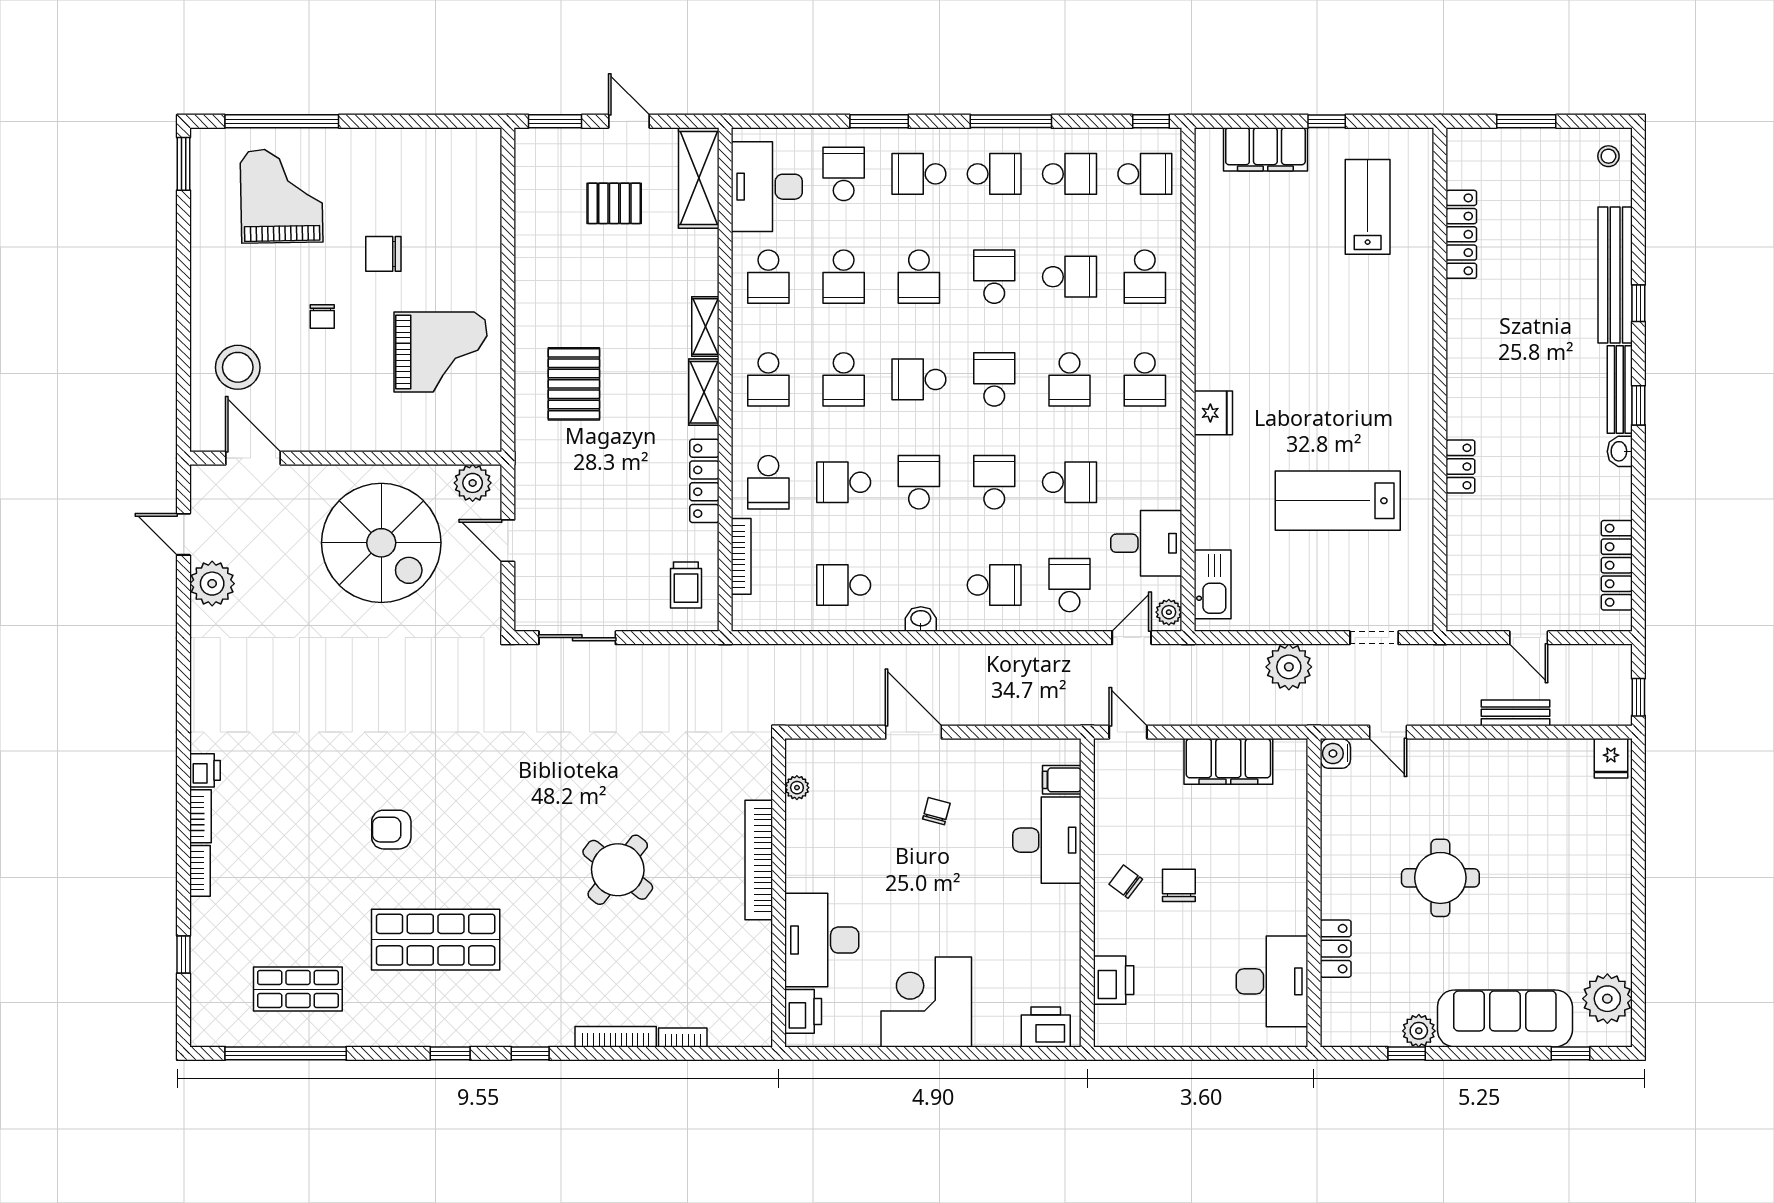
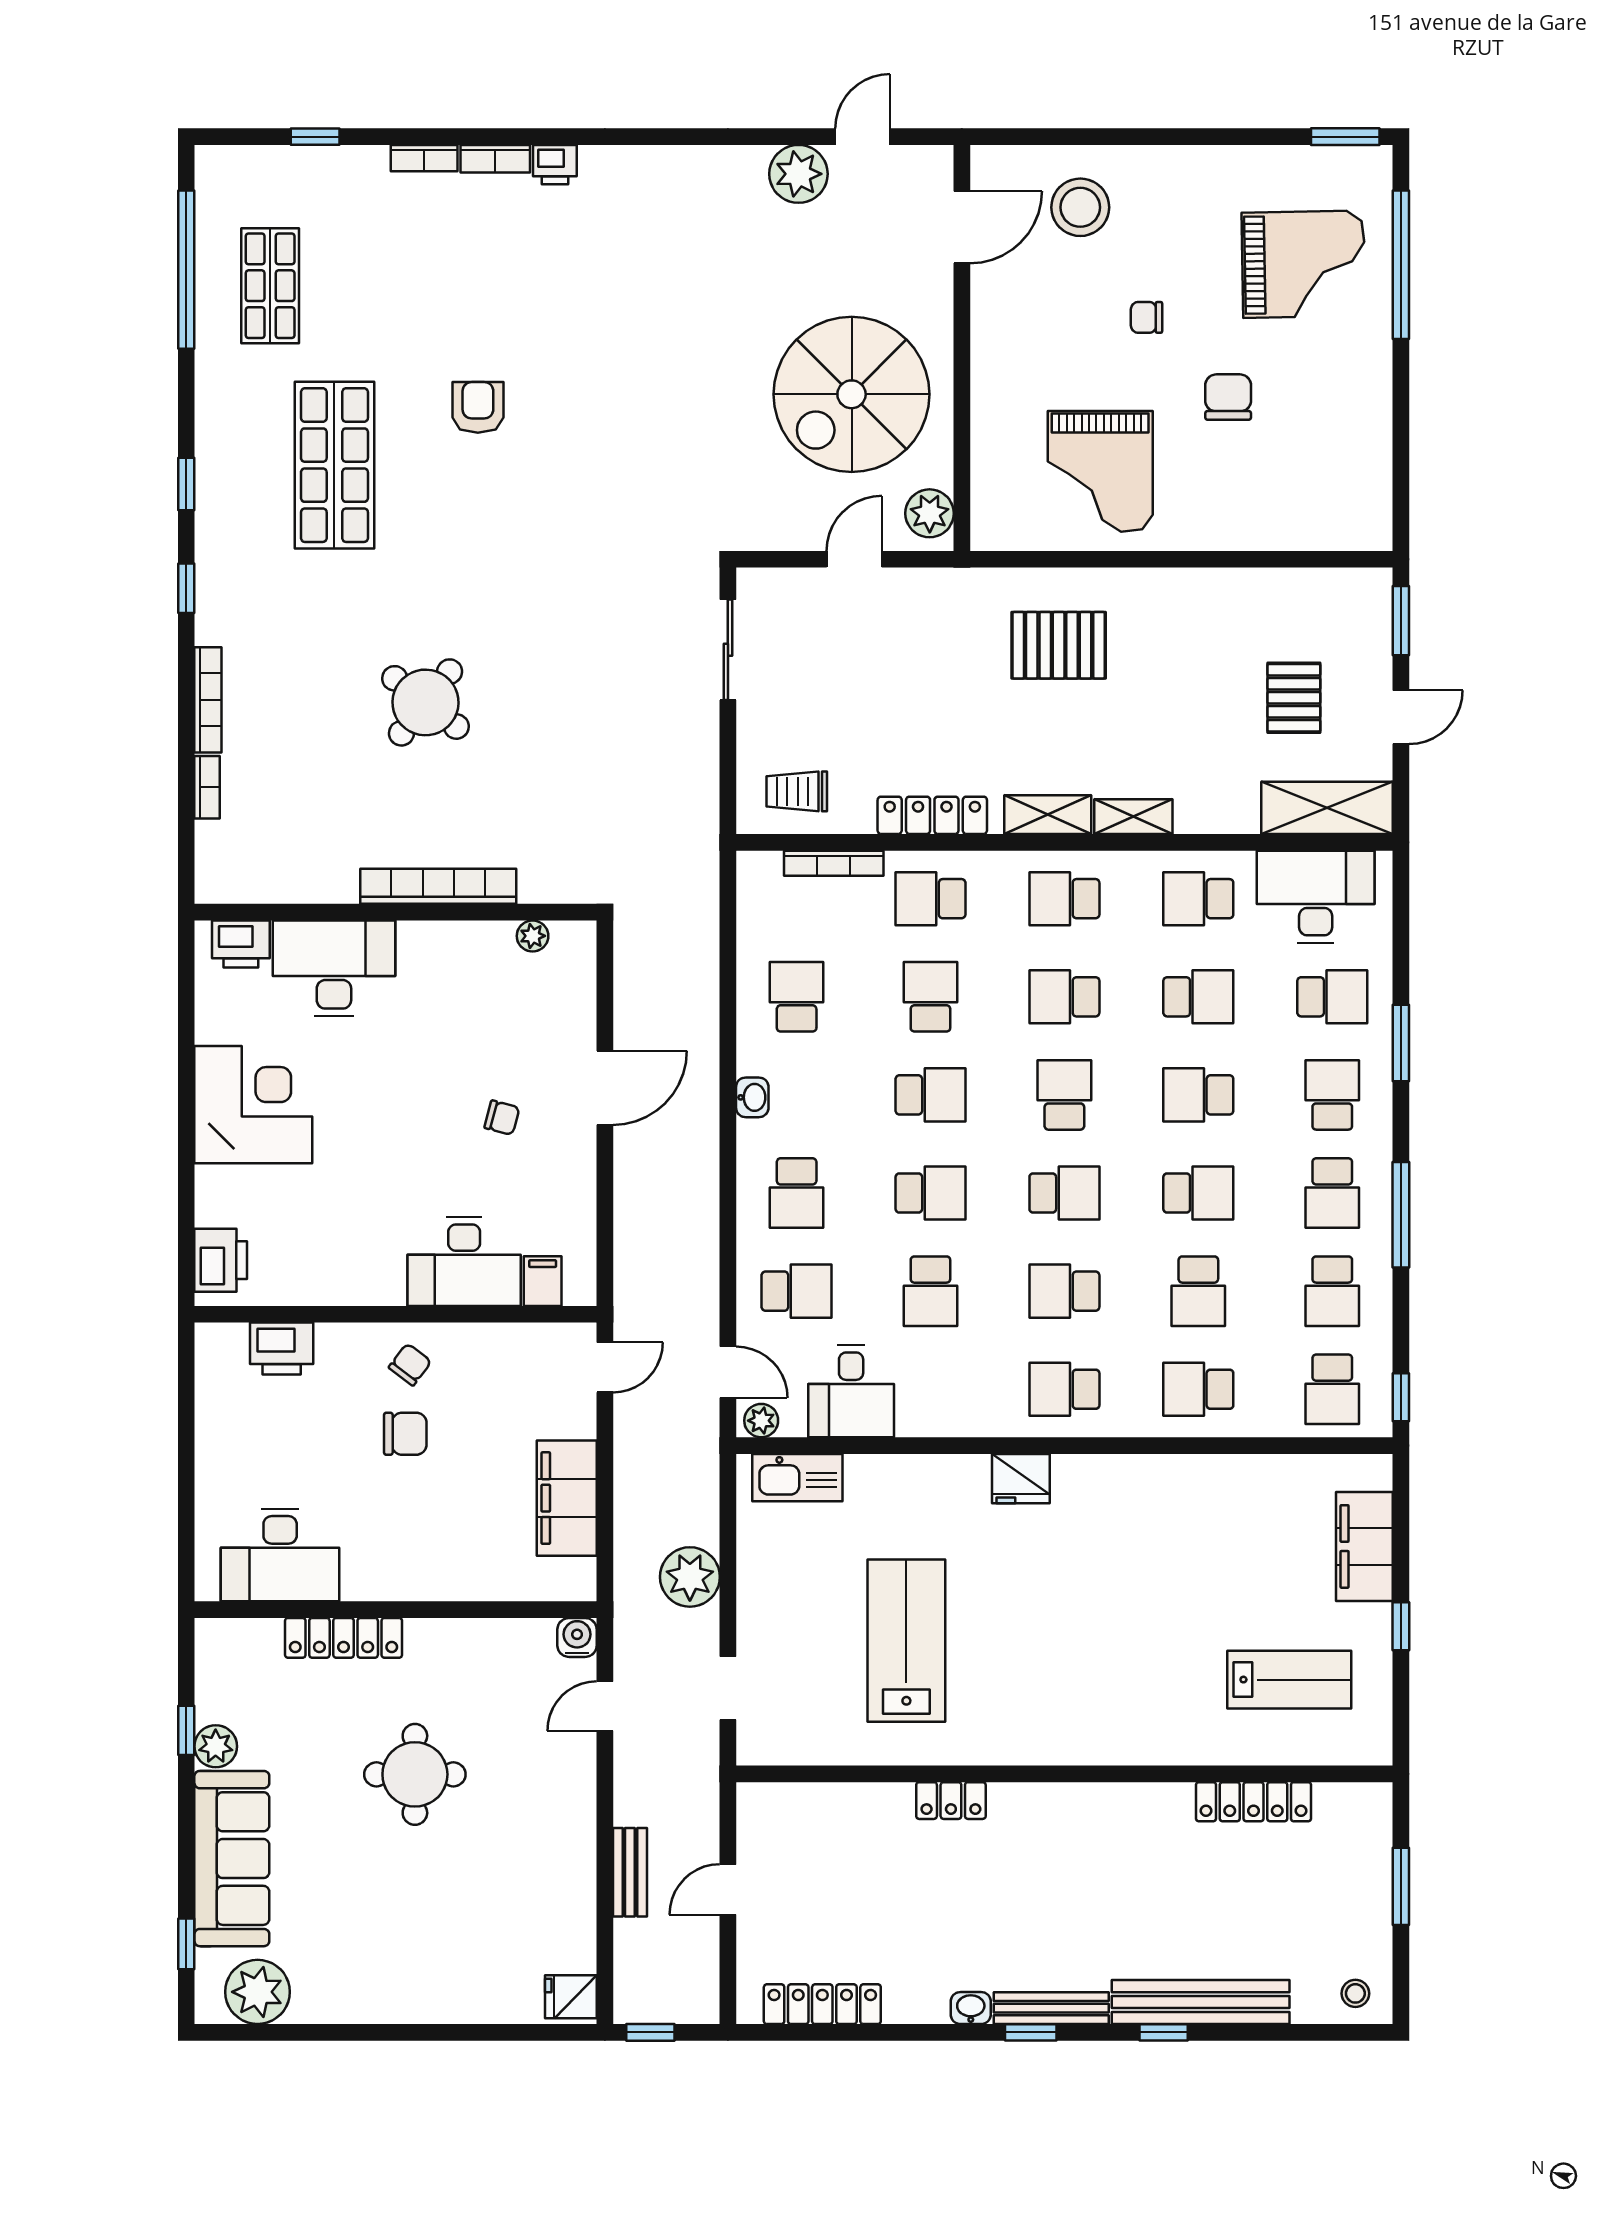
school desk: (844, 277) -> (1198, 997), turned 180
locker: (1336, 949) -> (344, 1638), width x1.53

